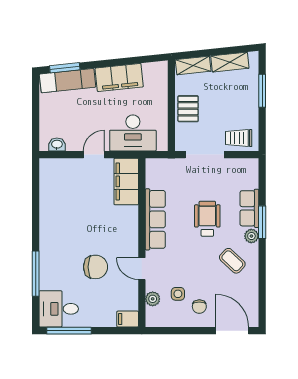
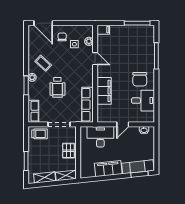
filing cabinet: (126, 181) -> (104, 91), moved
row of seats: (249, 208) -> (33, 111), moved
row of seats: (155, 219) -> (87, 105), moved
chair: (95, 267) -> (140, 79), moved, turned -90
desk: (59, 309) -> (143, 101), moved

